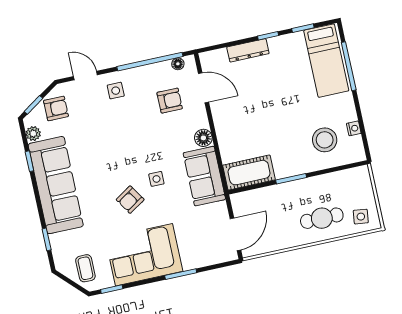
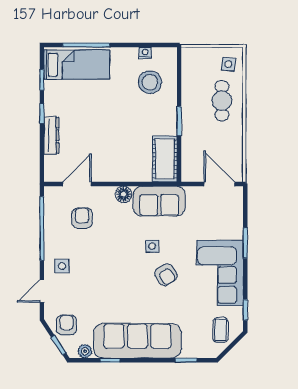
floor lamp: (178, 64) -> (50, 203), removed
coffee table: (85, 268) -> (221, 330), turned 90

